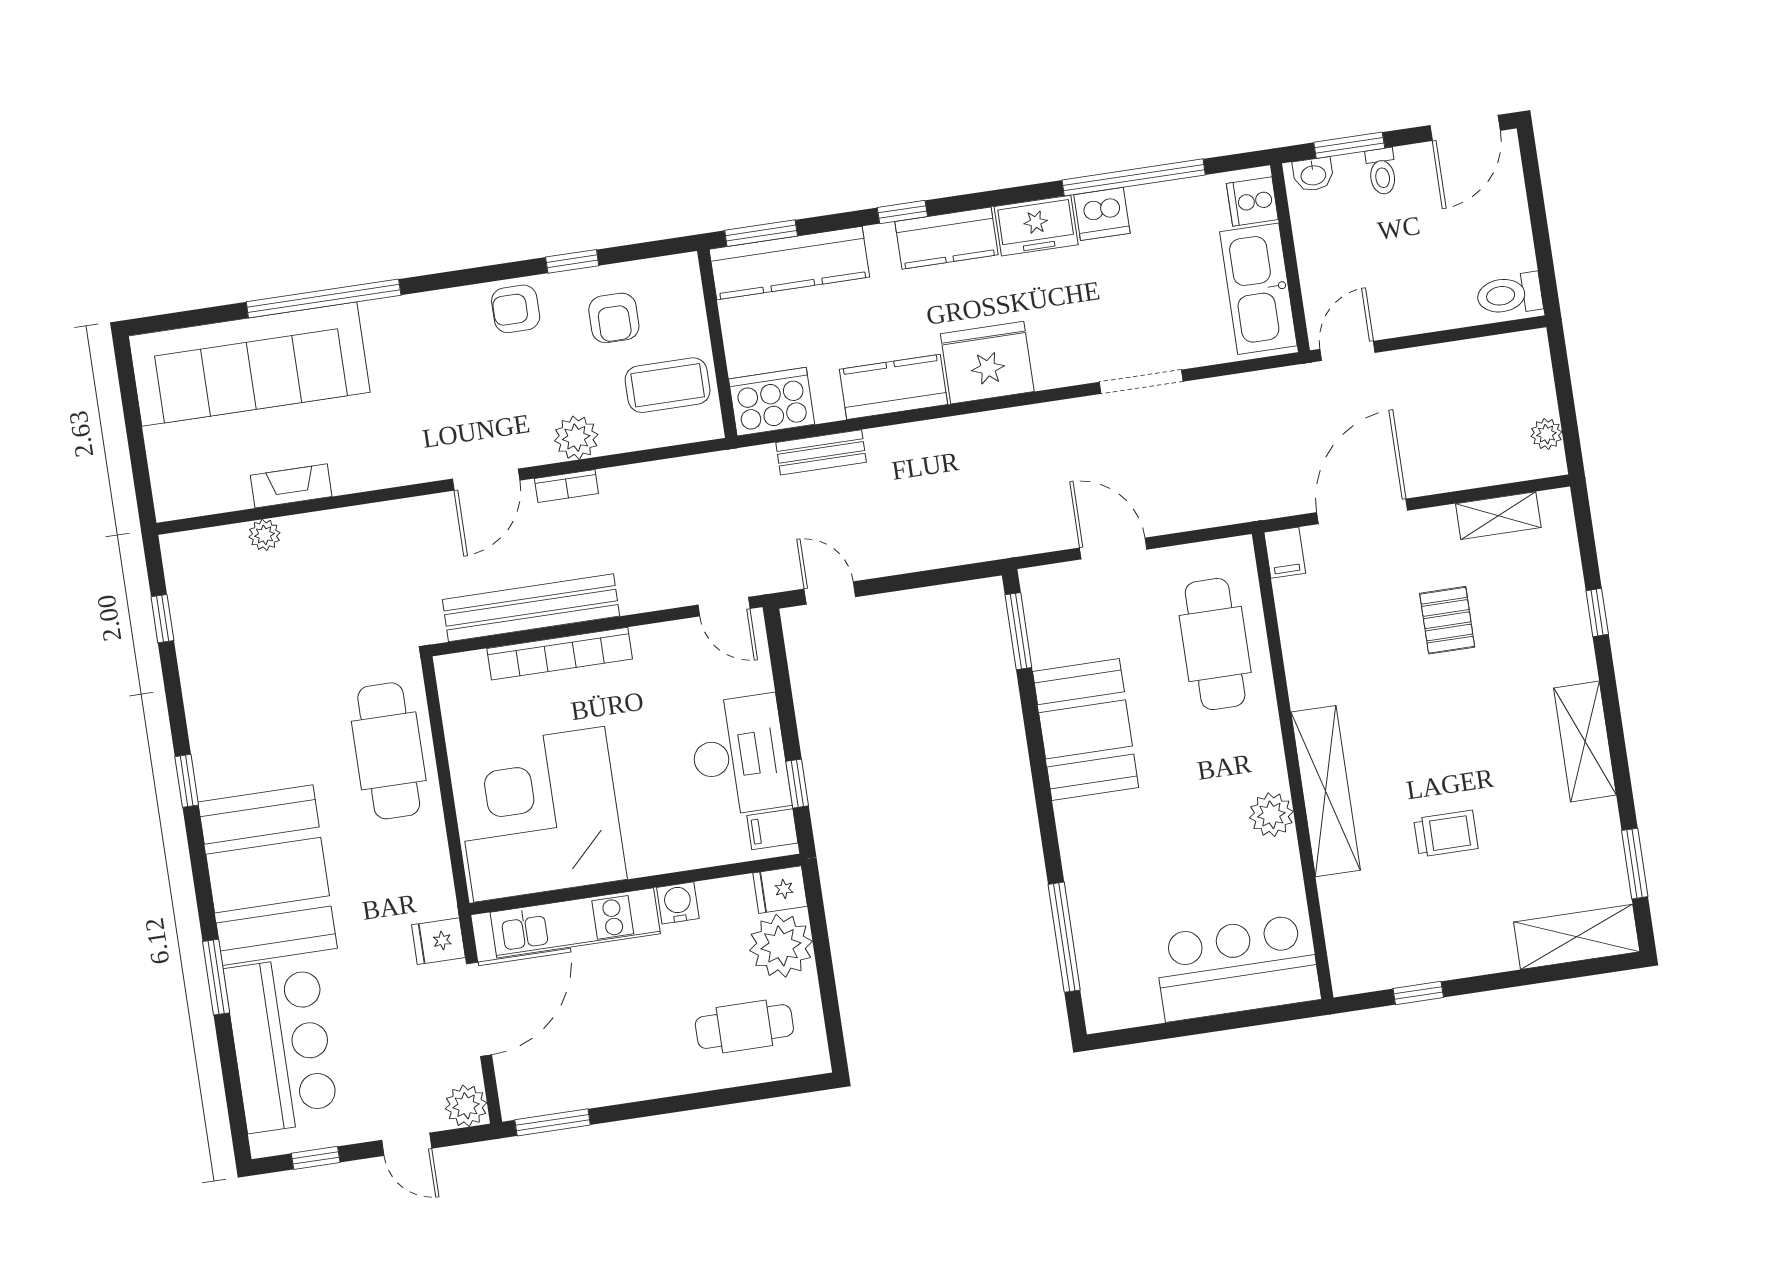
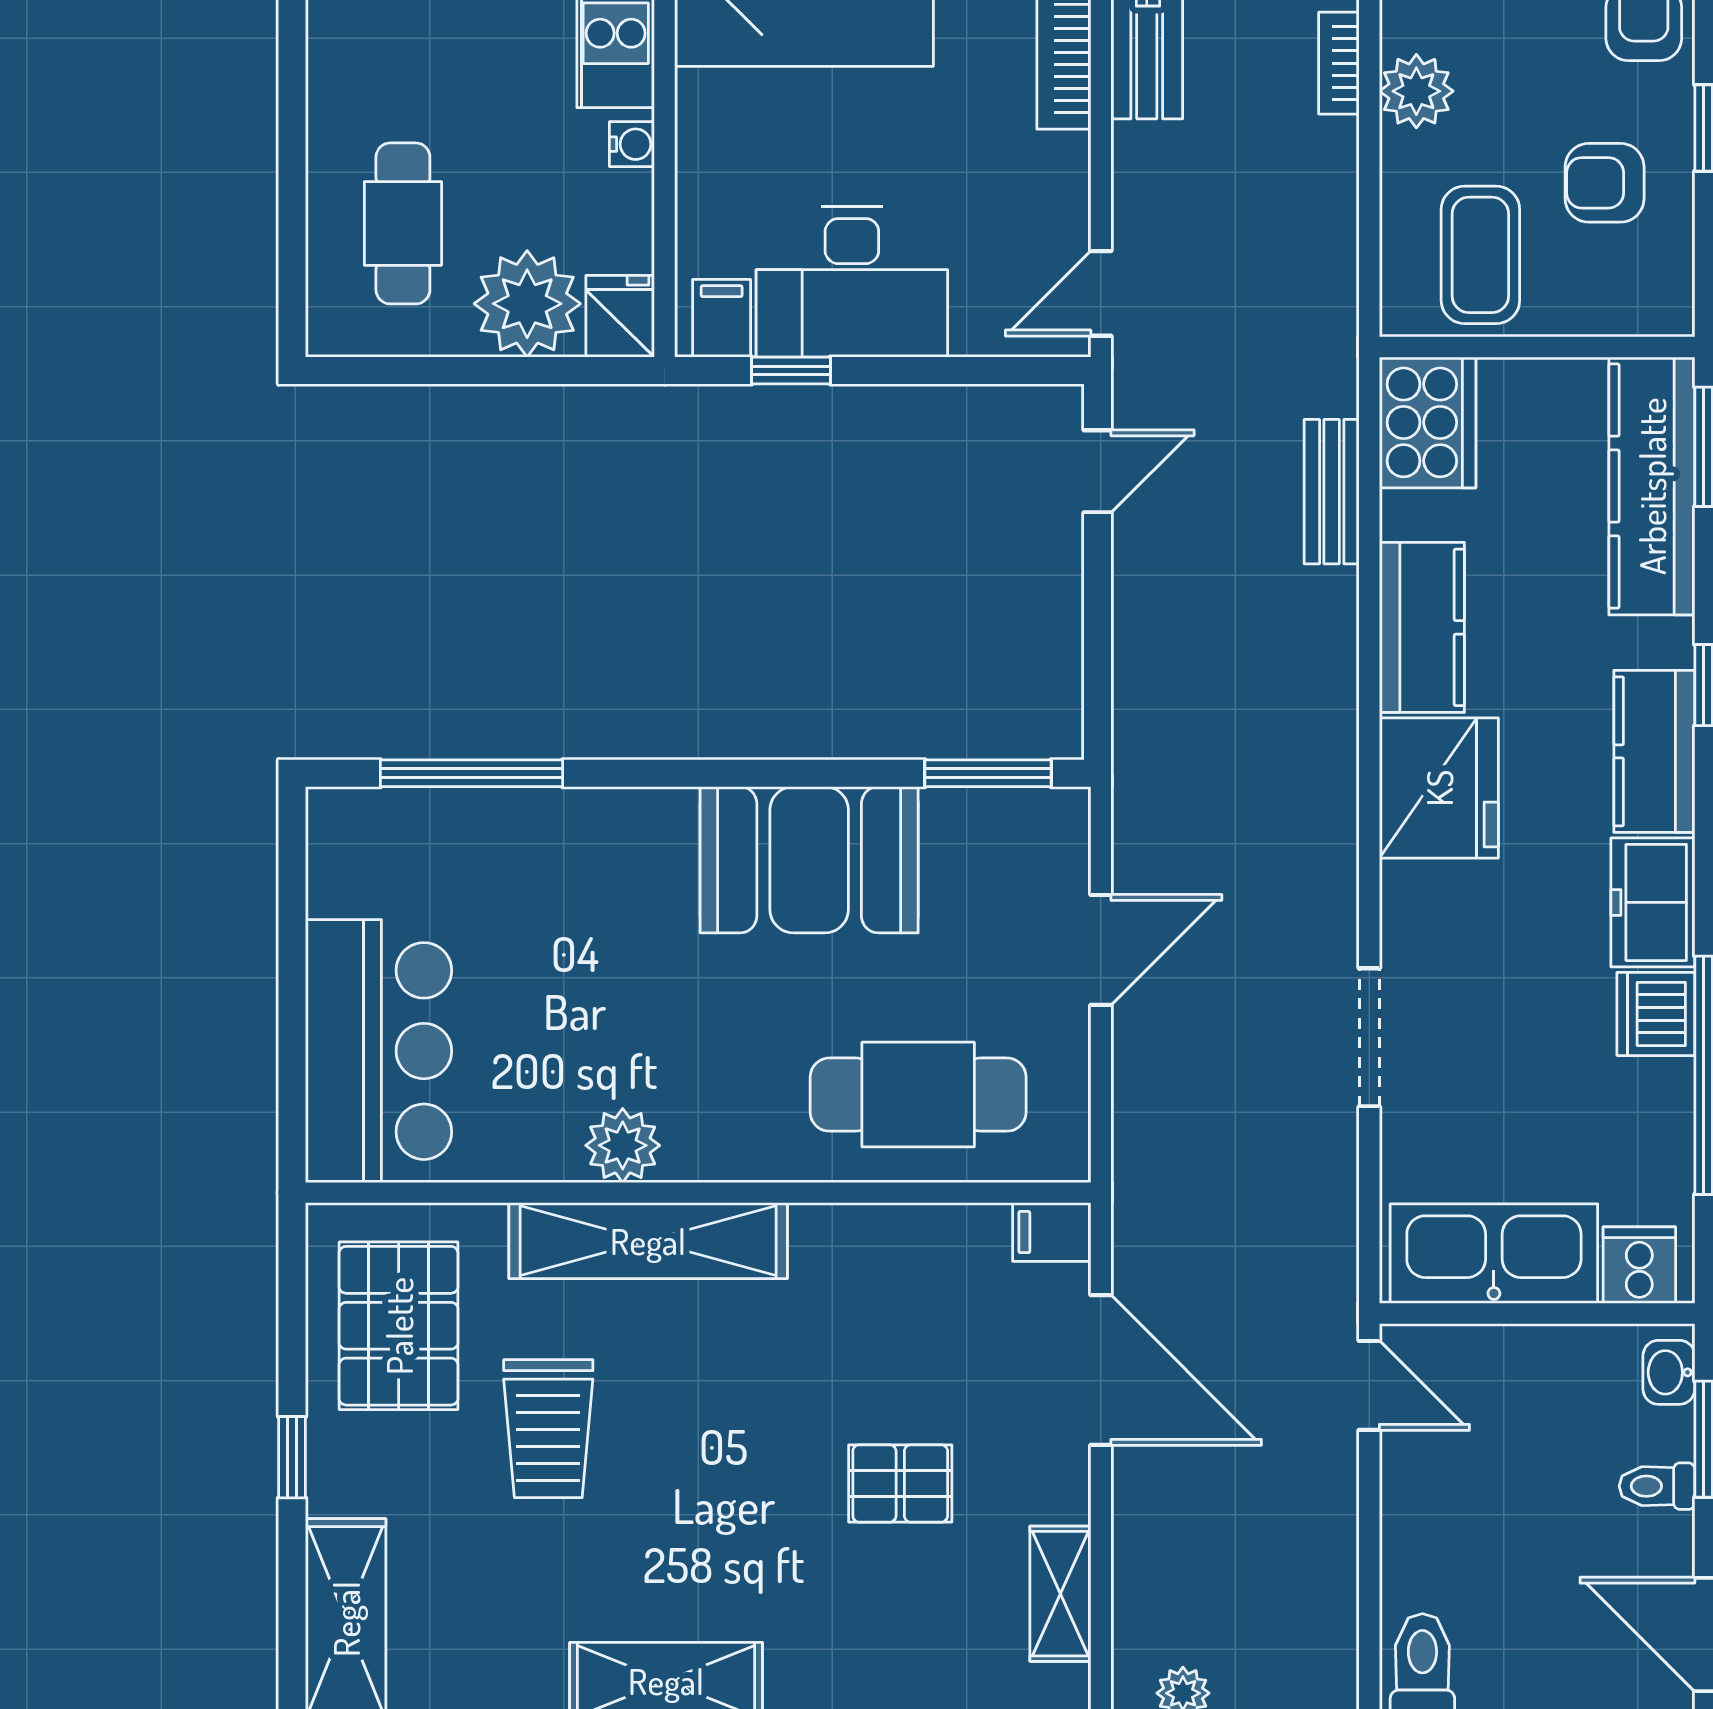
trolley: (1446, 834) -> (548, 1429), width x1.36, depth x1.39
water cooler: (678, 903) -> (632, 144), width x0.72, depth x0.72
pallet: (1398, 932) -> (399, 1326), added
window: (1418, 993) -> (292, 1457), moved

